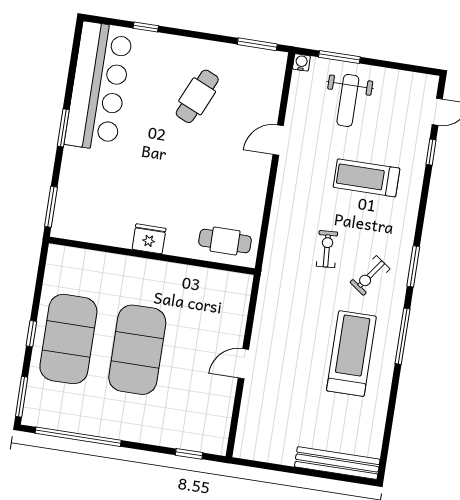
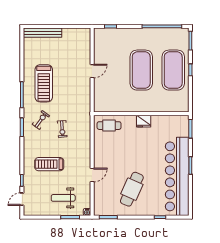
bar counter: (99, 86) -> (177, 176), width x1.36
cafe table: (197, 96) -> (132, 189), width x1.37, depth x1.35
weight bench: (348, 100) -> (63, 198), turned -90
treadmill: (367, 178) -> (49, 164), turned 180

